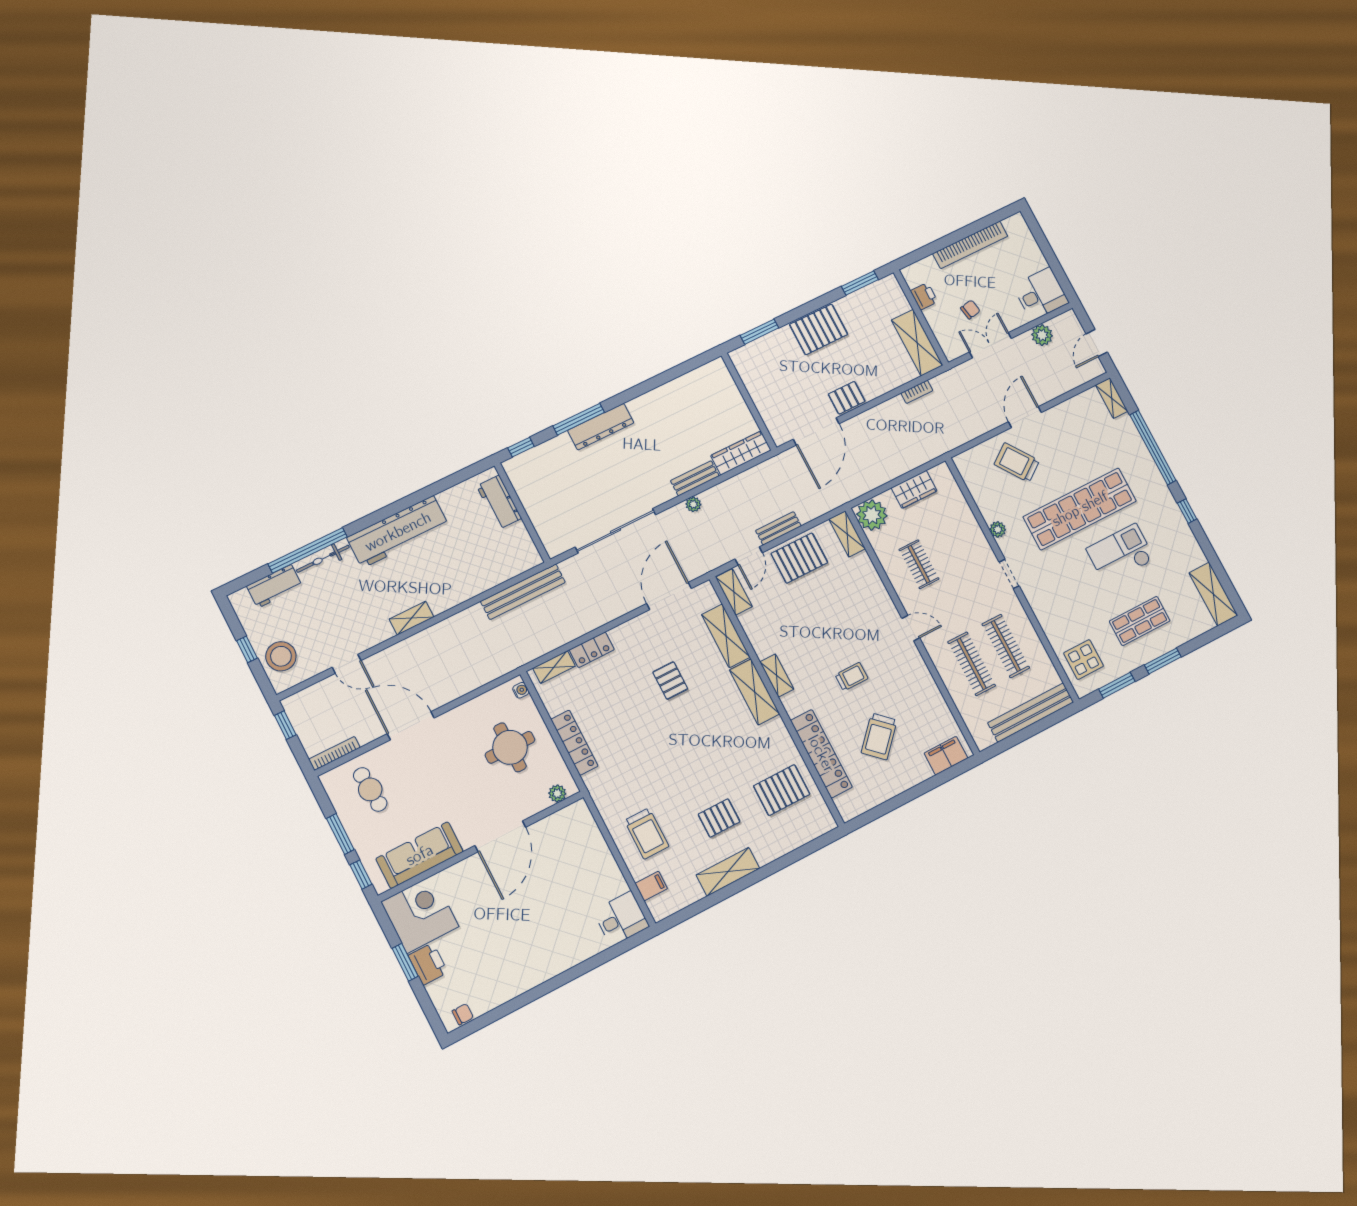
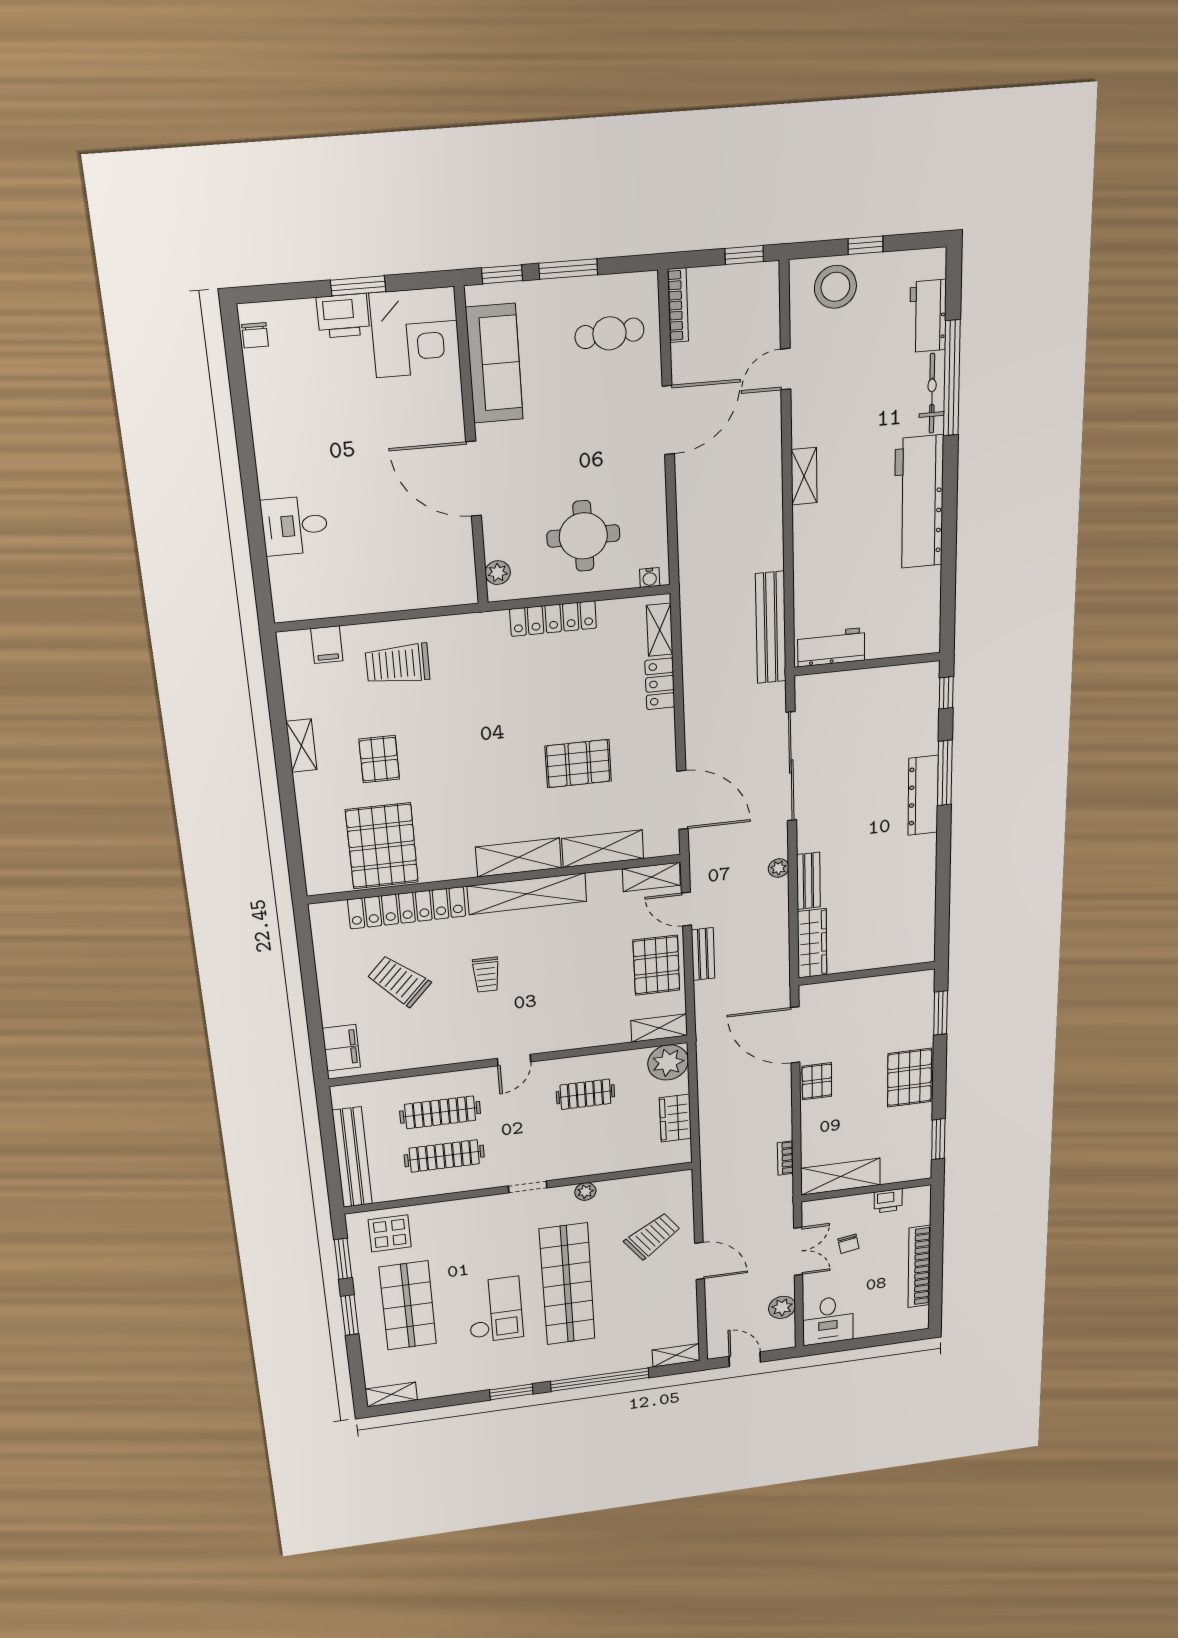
workbench: (499, 502) -> (831, 647), moved
window: (1187, 511) -> (511, 1392), width x1.50
shelving: (1213, 594) -> (391, 1395), width x0.67, depth x0.75
shop shelf: (1140, 621) -> (408, 1306), width x1.43, depth x1.36
shelving: (777, 676) -> (527, 894), width x2.20, depth x1.33
pallet: (670, 681) -> (578, 764), width x1.50, depth x1.42
pallet: (782, 790) -> (382, 846), width x1.37, depth x1.41
shelving: (728, 872) -> (301, 746), width x0.67, depth x0.75
desk: (621, 919) -> (295, 526), moved, turned 90

